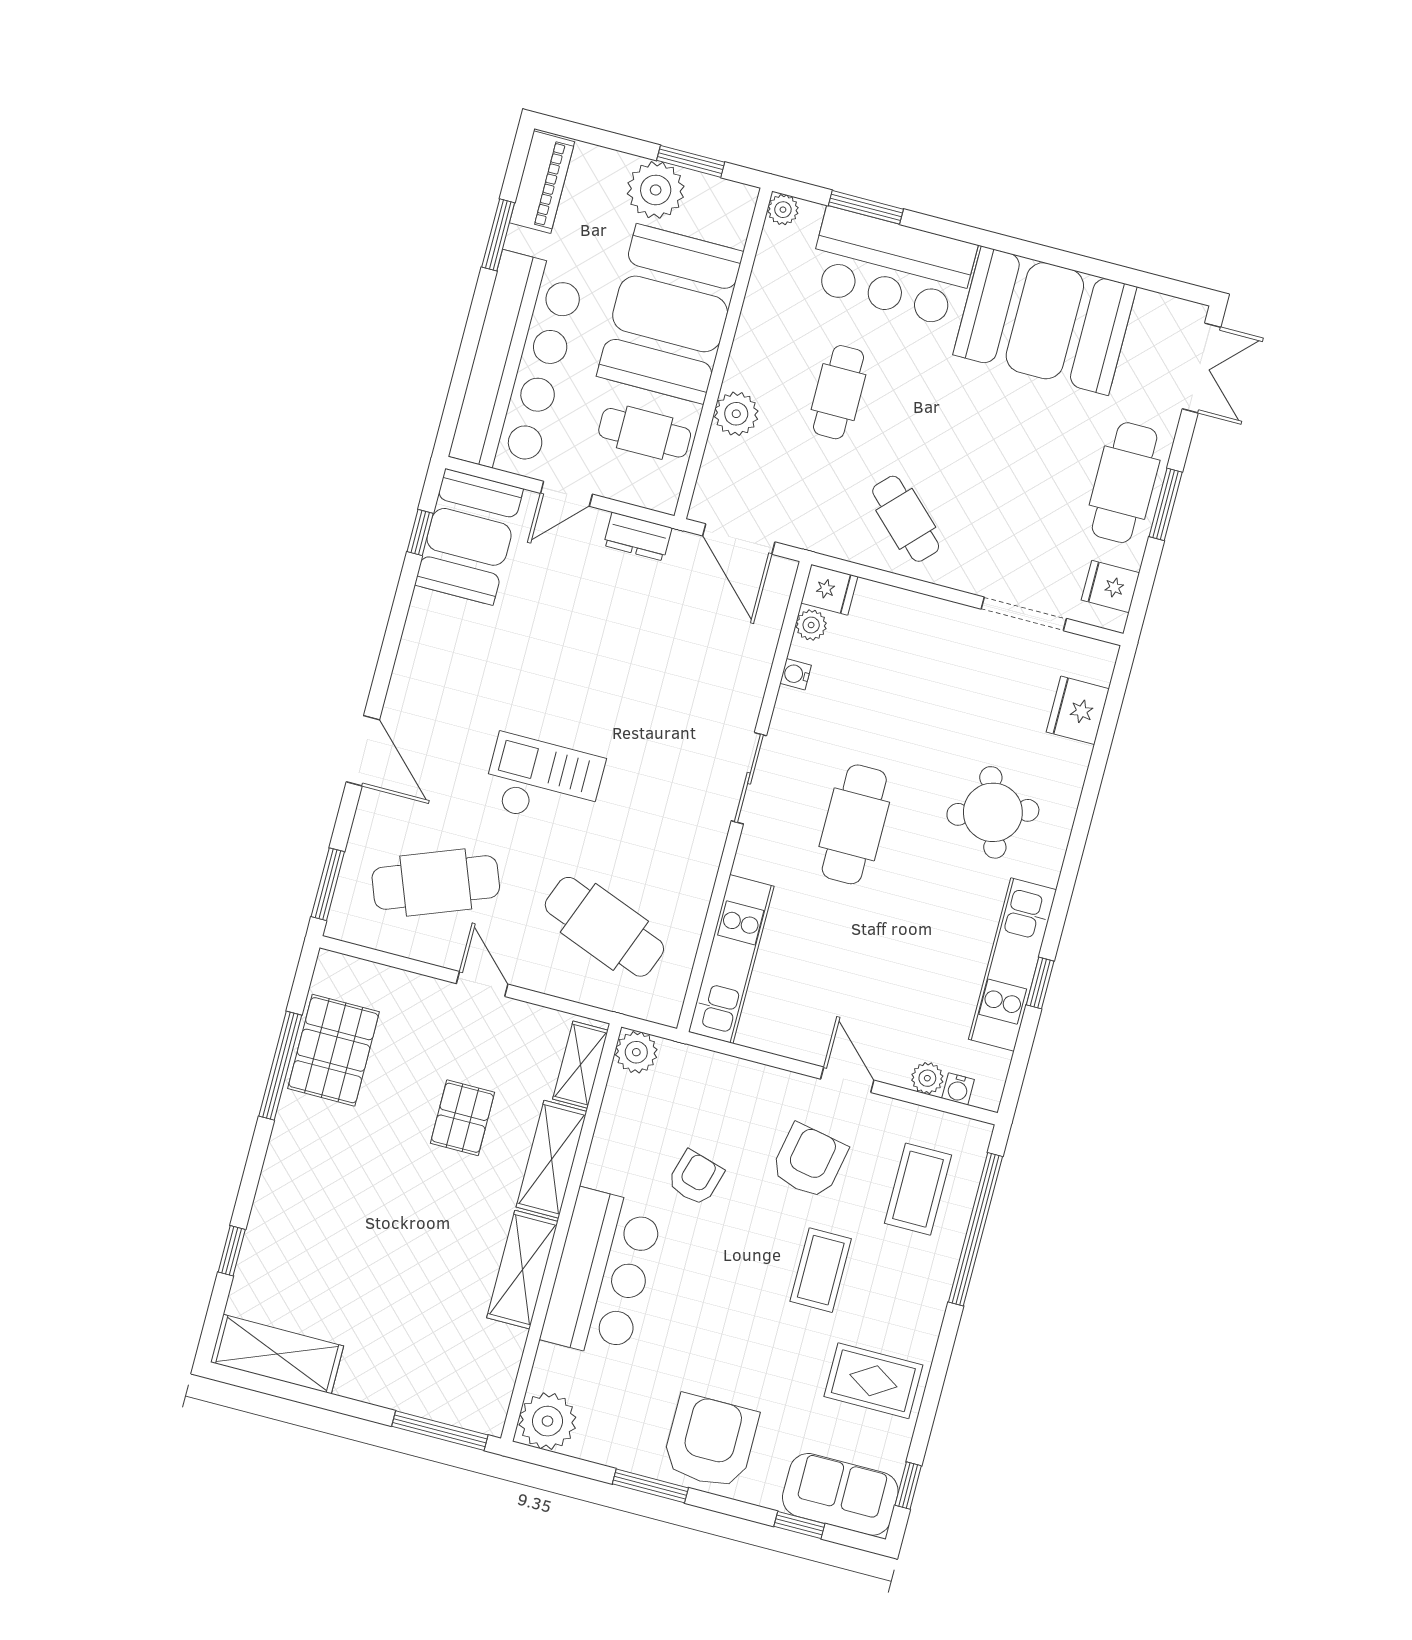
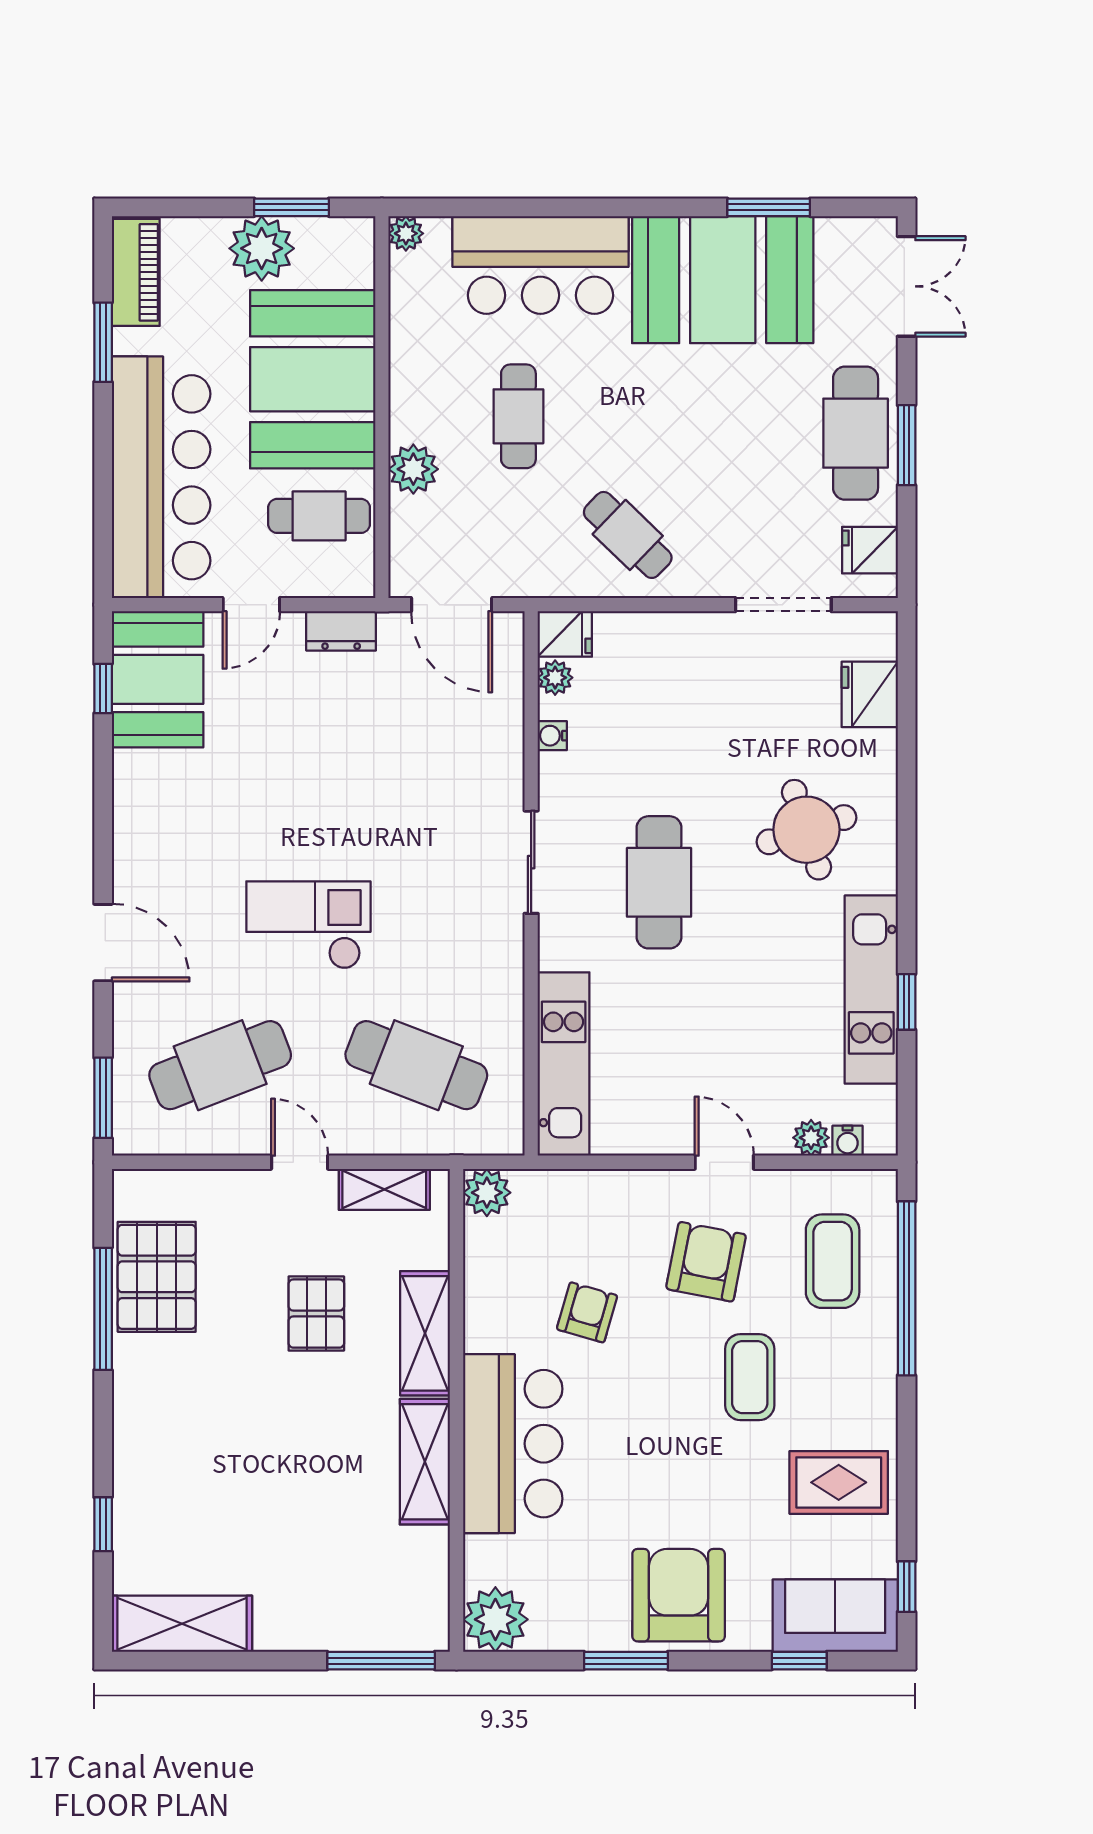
window: (866, 207) -> (769, 207), moved
shelving: (580, 1065) -> (384, 1189), moved, turned 90

